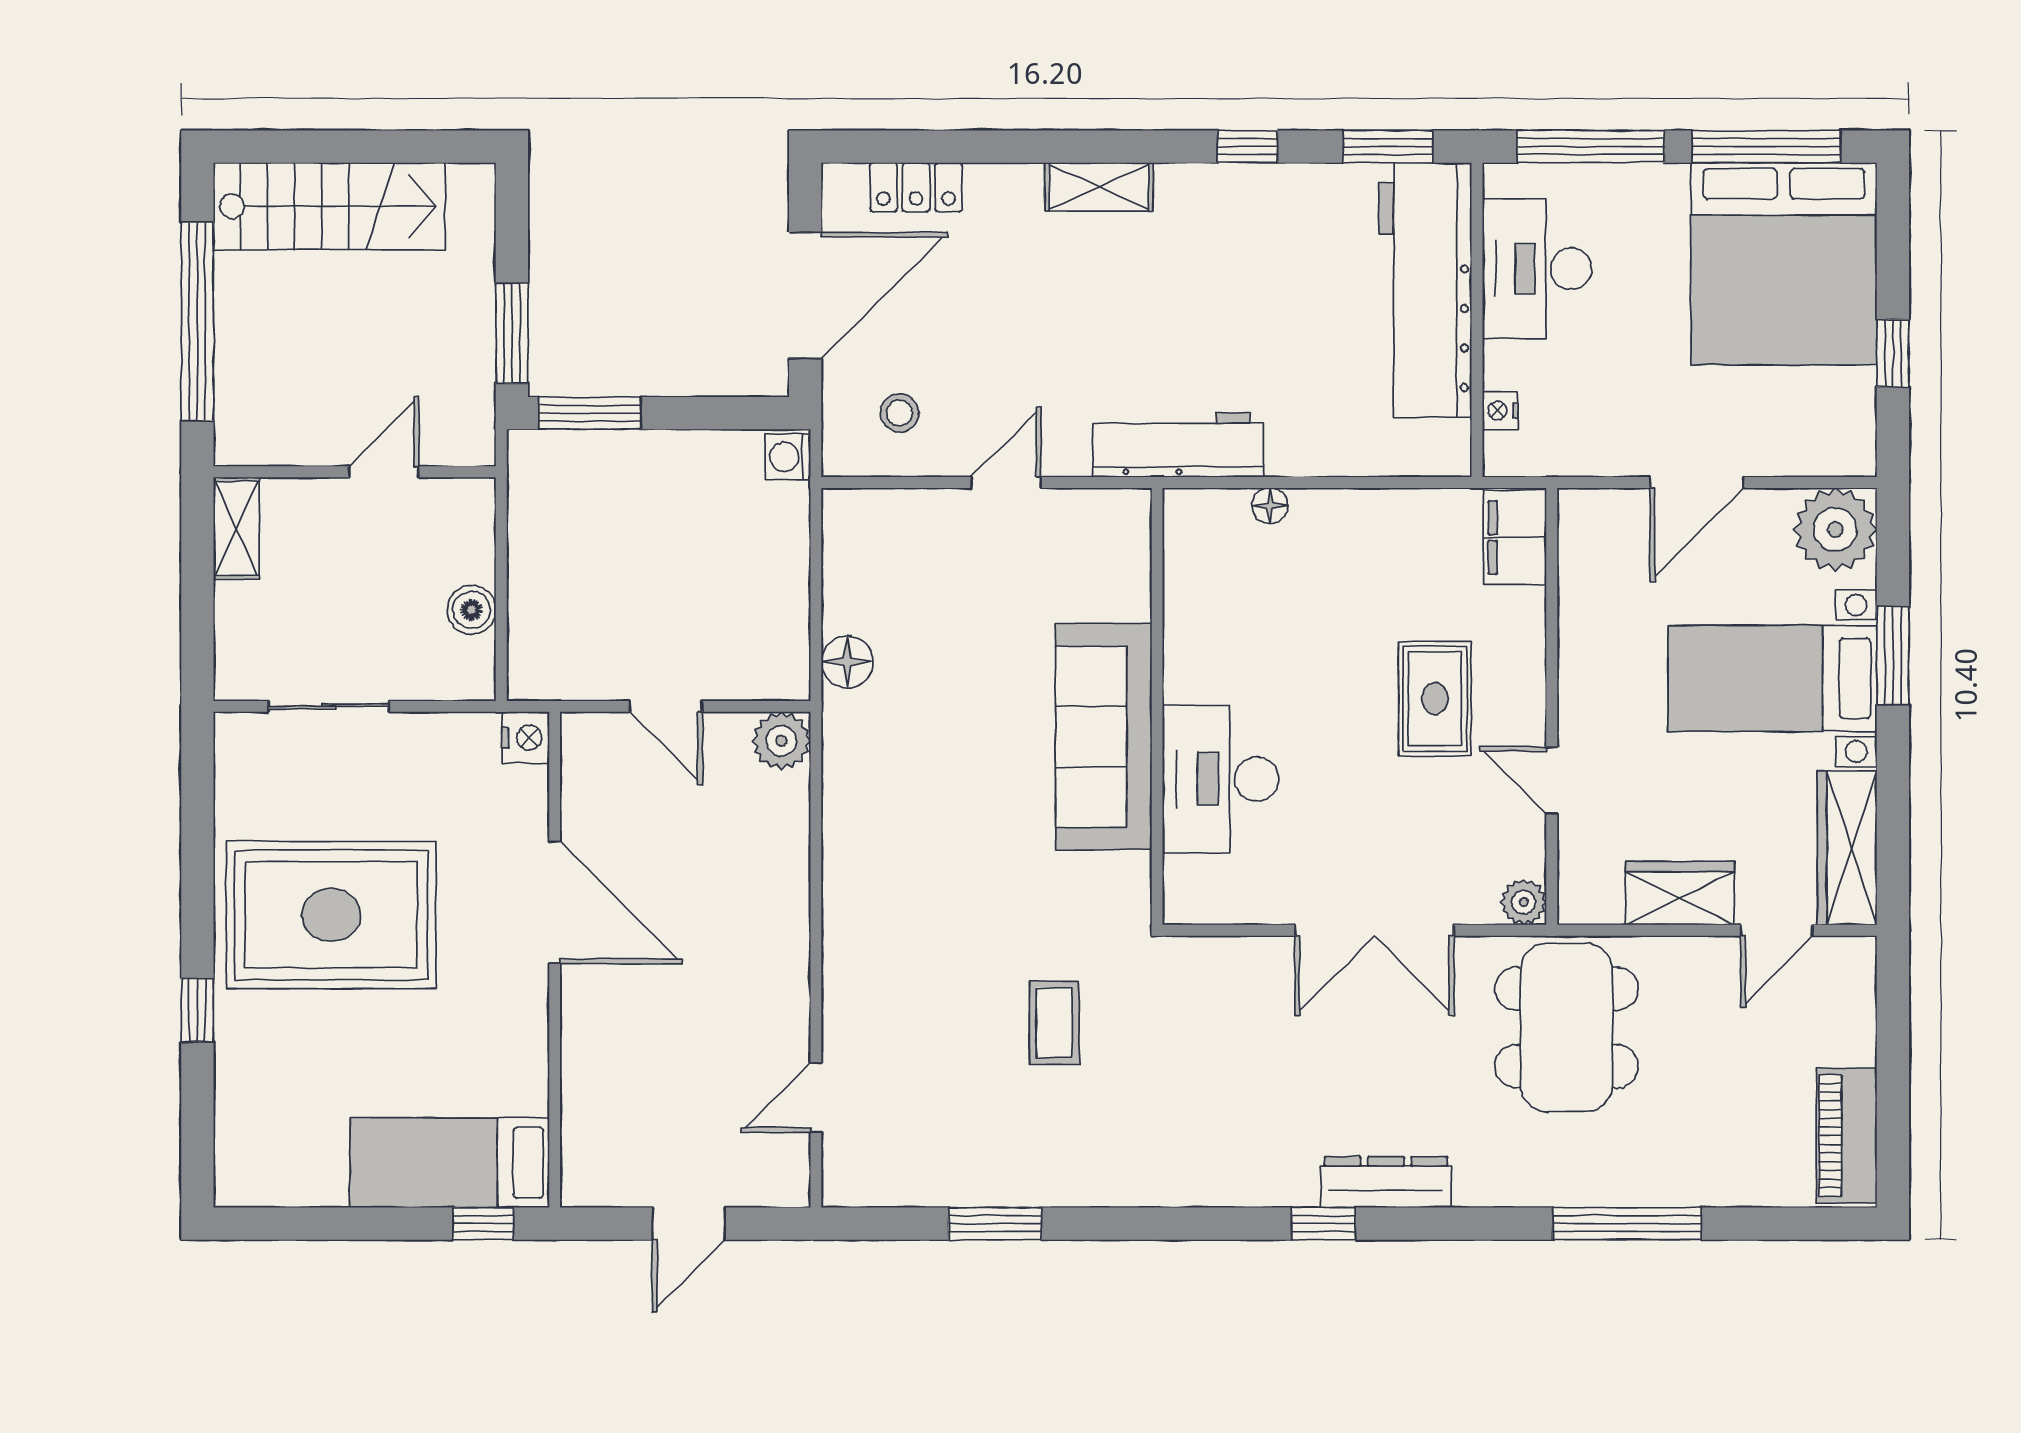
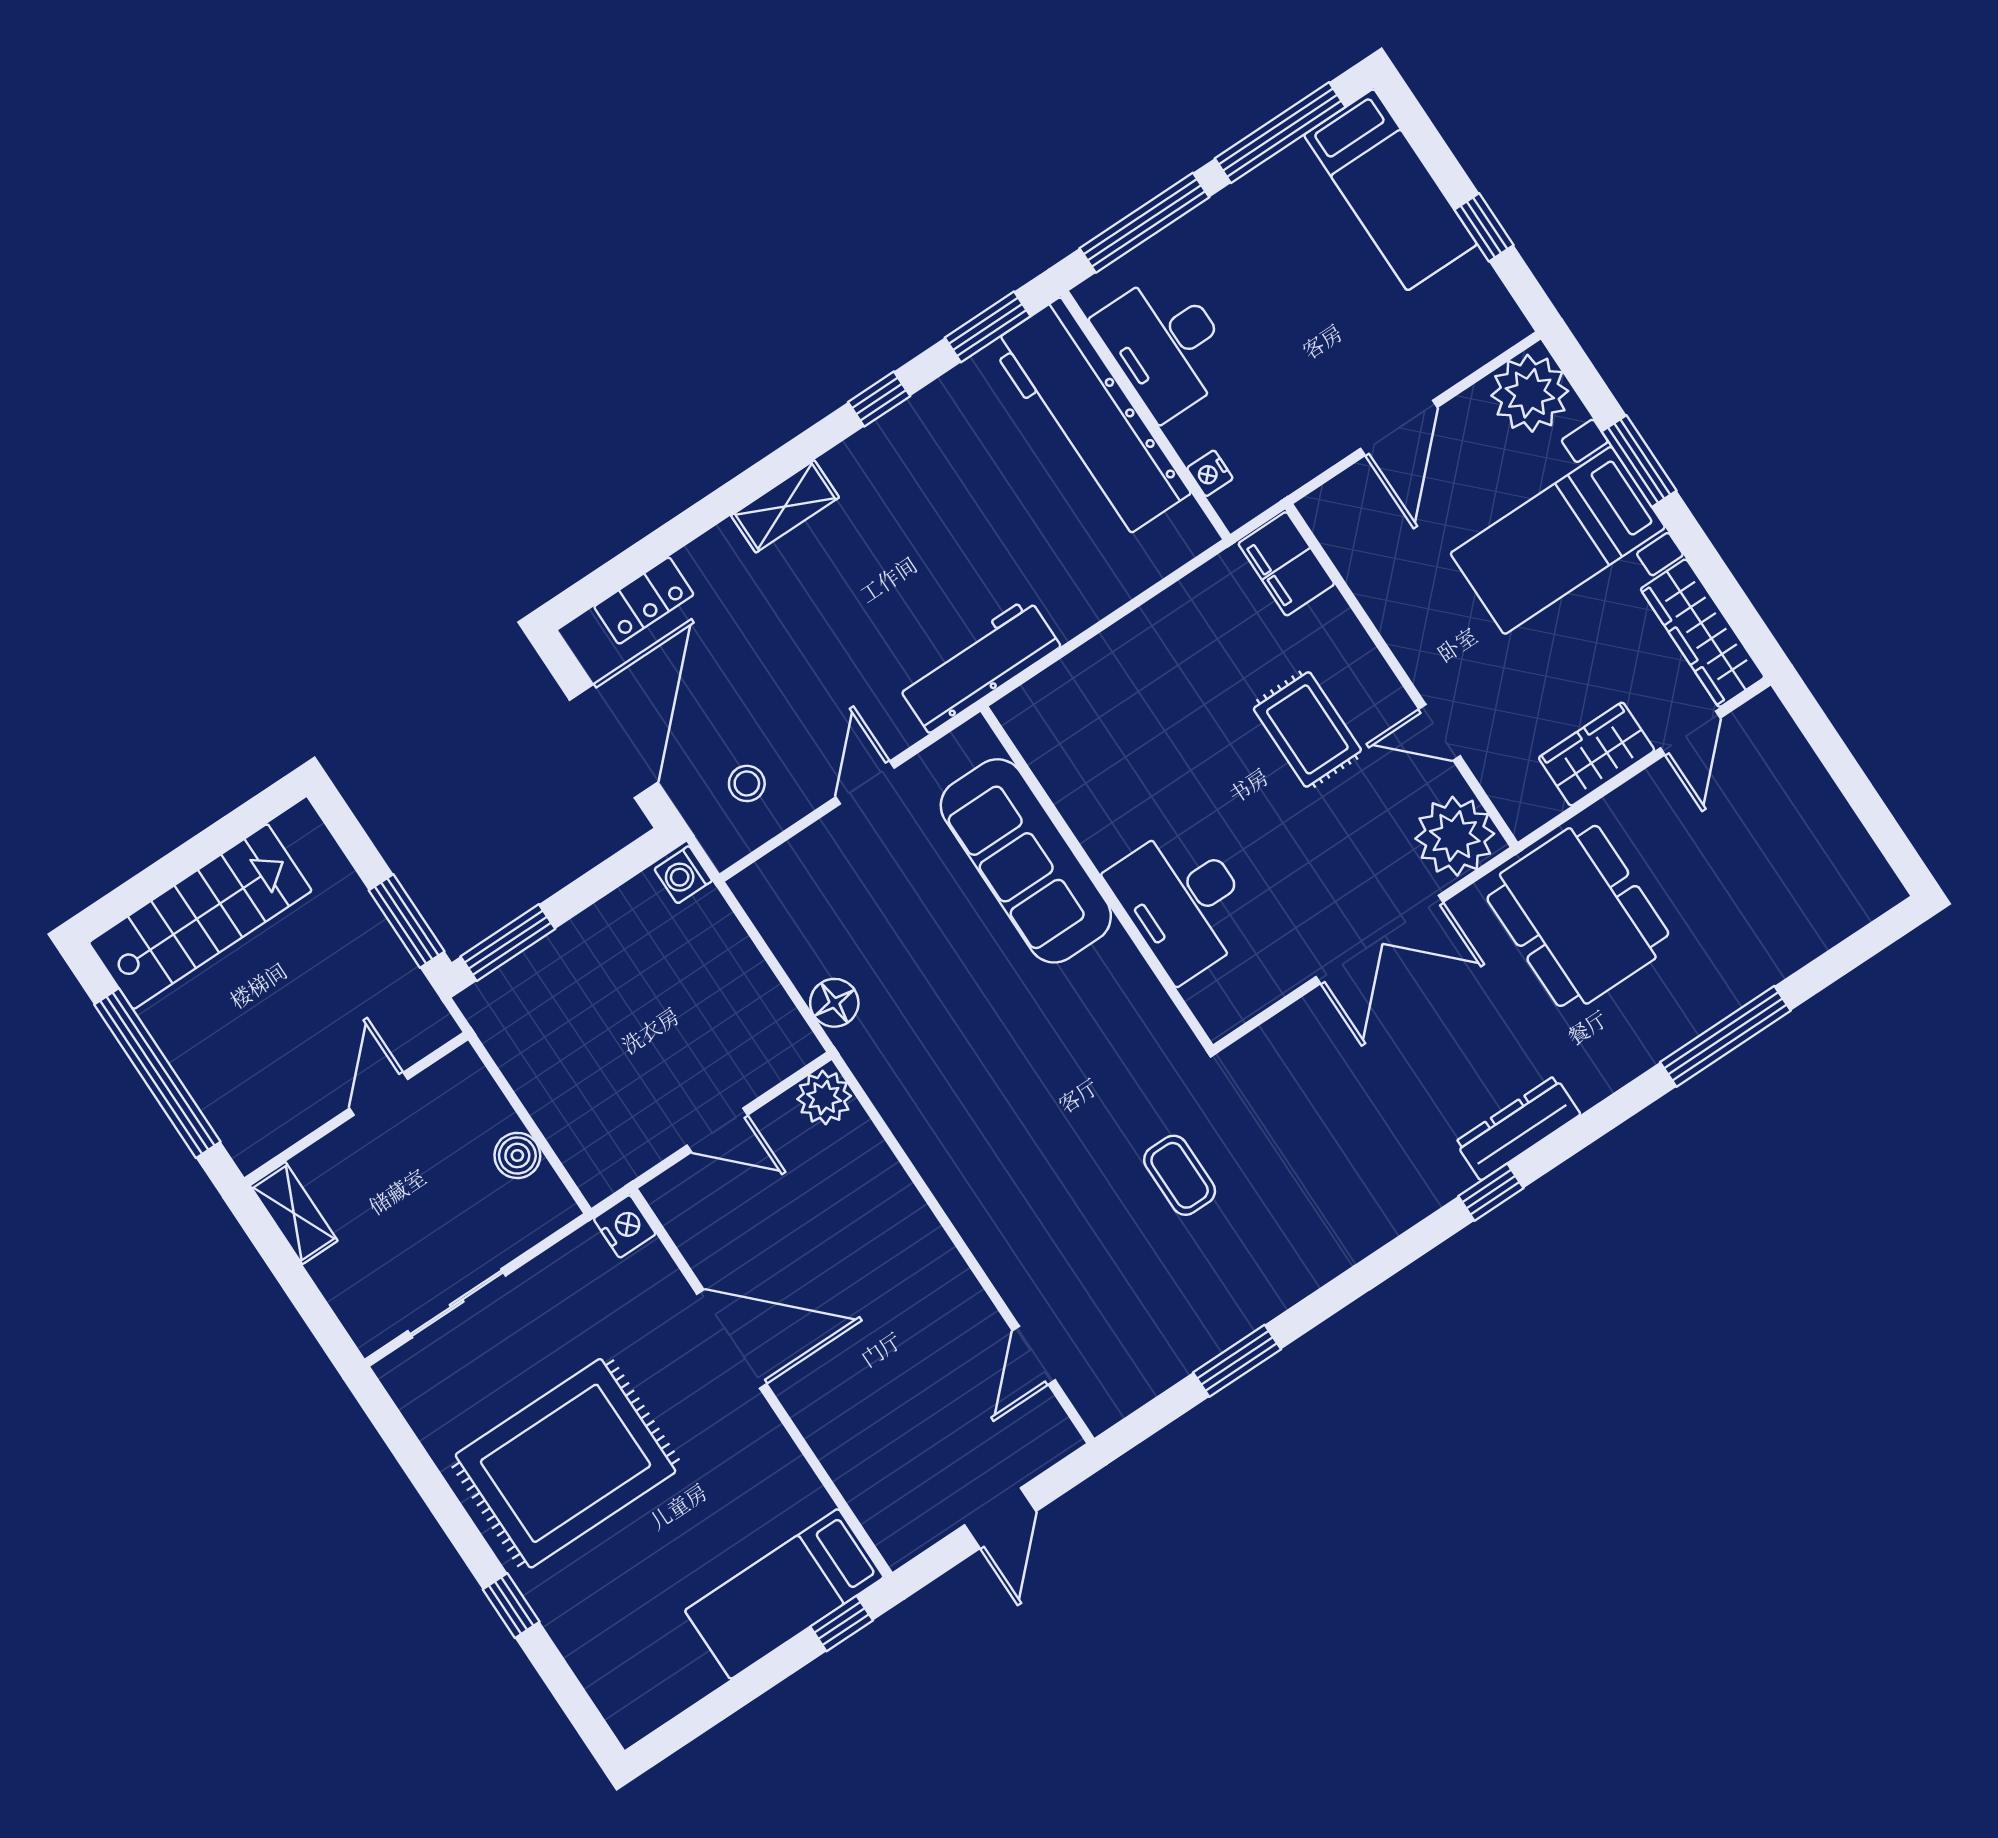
bed: (1784, 264) -> (1390, 190), width x0.49
floor lamp: (1270, 506) -> (1081, 665), removed
sofa: (1104, 737) -> (1026, 861), moved
plant: (1524, 902) -> (1455, 836), width x1.88, depth x1.88
piano: (1847, 1136) -> (1850, 856), removed

